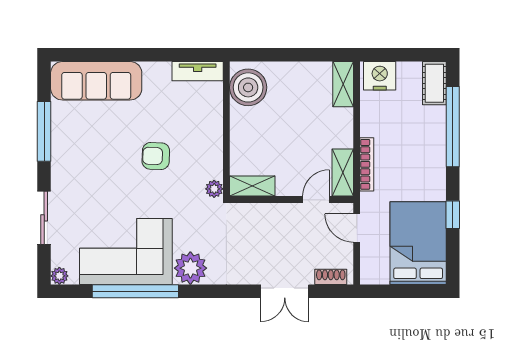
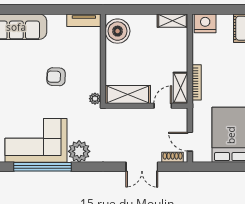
shelving: (343, 84) -> (172, 21), moved, turned 90
shelving: (252, 186) -> (128, 94), width x1.50, depth x1.33
door: (357, 228) -> (190, 142), moved

